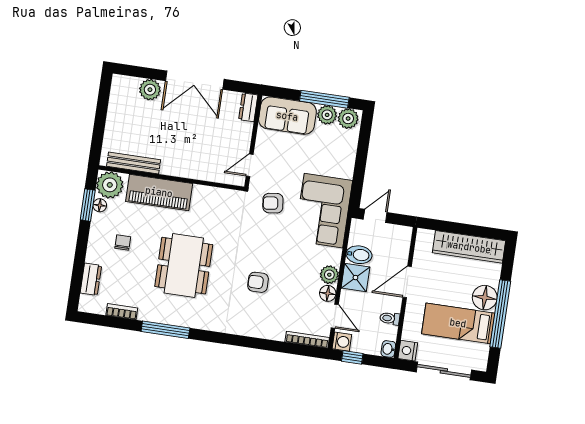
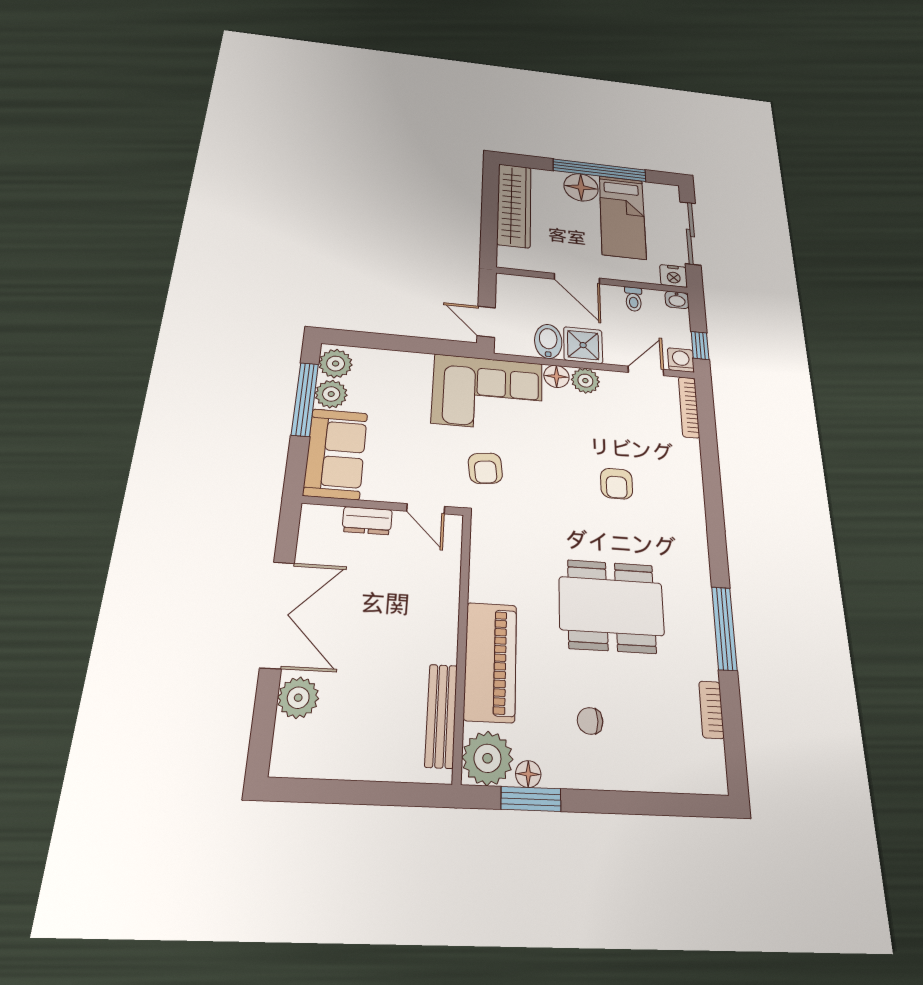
dresser: (248, 107) -> (367, 521), moved
dresser: (91, 279) -> (667, 776), removed
floor lamp: (328, 293) -> (556, 376), moved

